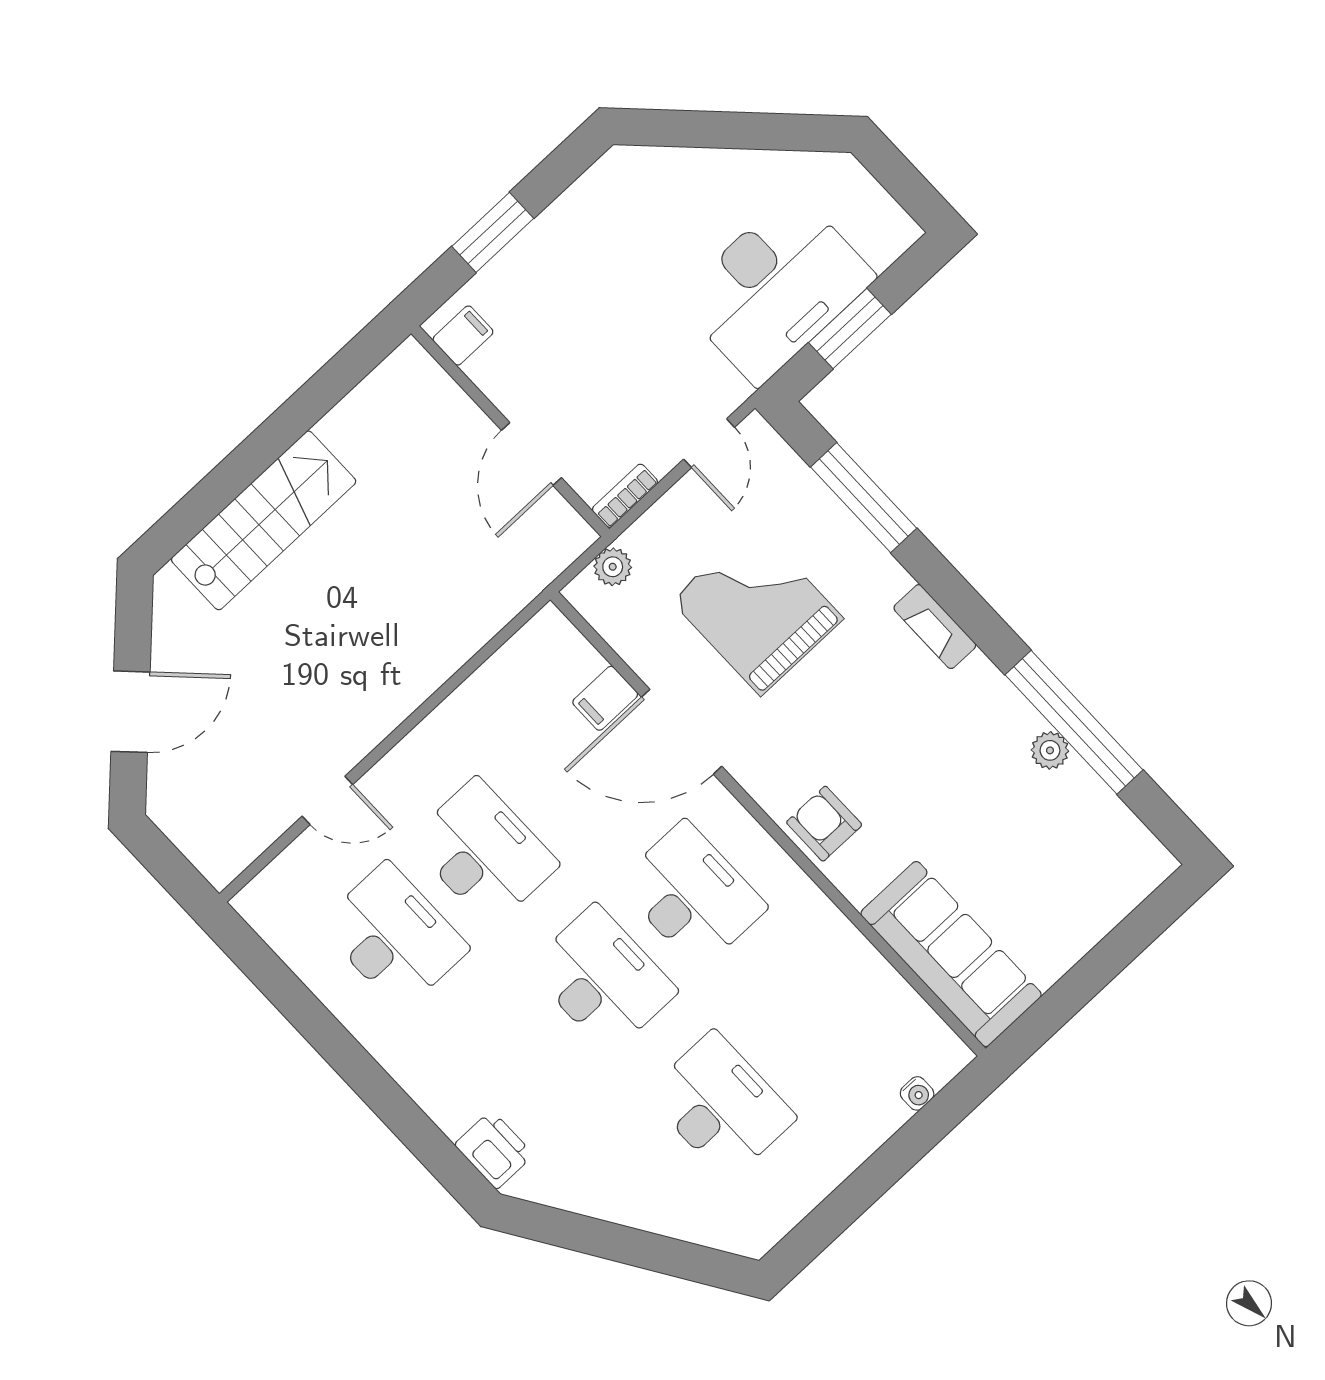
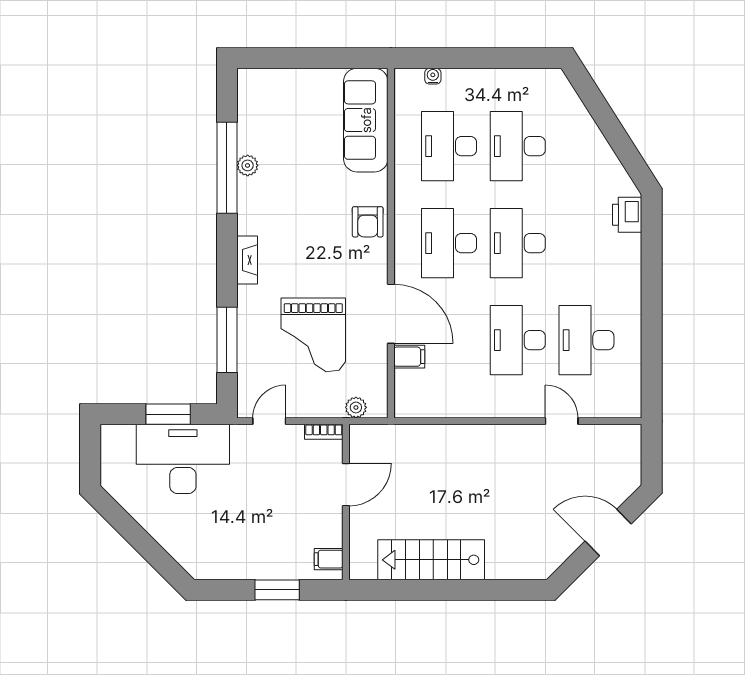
stairs: (264, 520) -> (431, 560), moved
desk: (810, 1022) -> (449, 146), added

